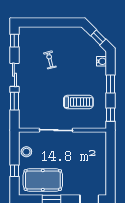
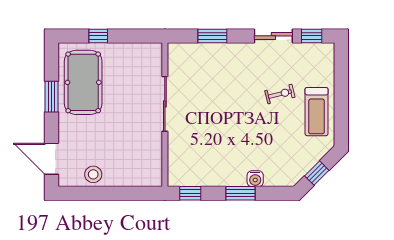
water cooler: (102, 61) -> (255, 179), moved
sliding door: (14, 75) -> (273, 36), moved
treadmill: (78, 102) -> (317, 112), moved
stool: (26, 152) -> (93, 174), moved

